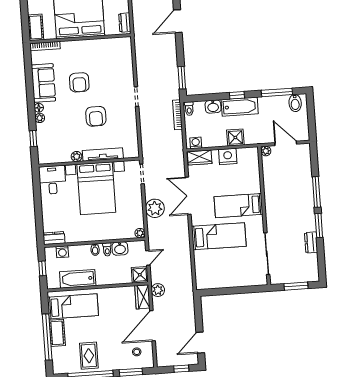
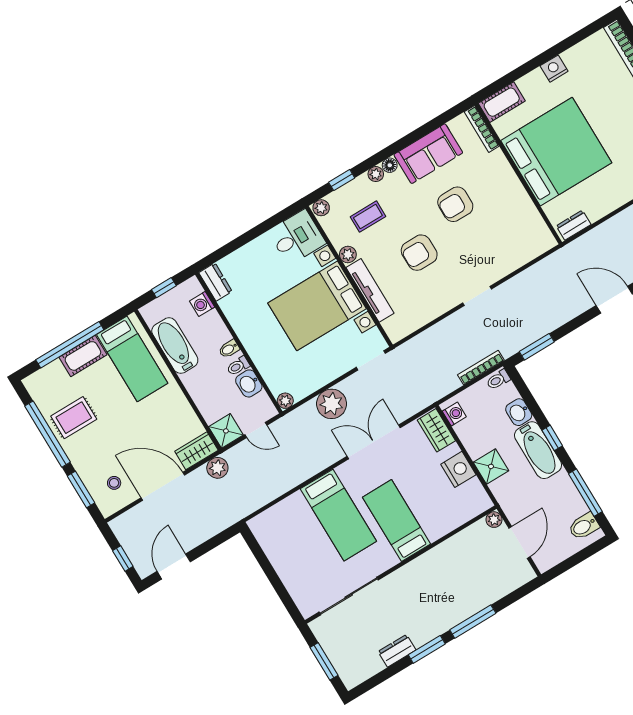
coffee table: (61, 134) -> (368, 217), added
plant: (43, 158) -> (321, 208), added
door: (200, 343) -> (174, 567), hinge flipped

